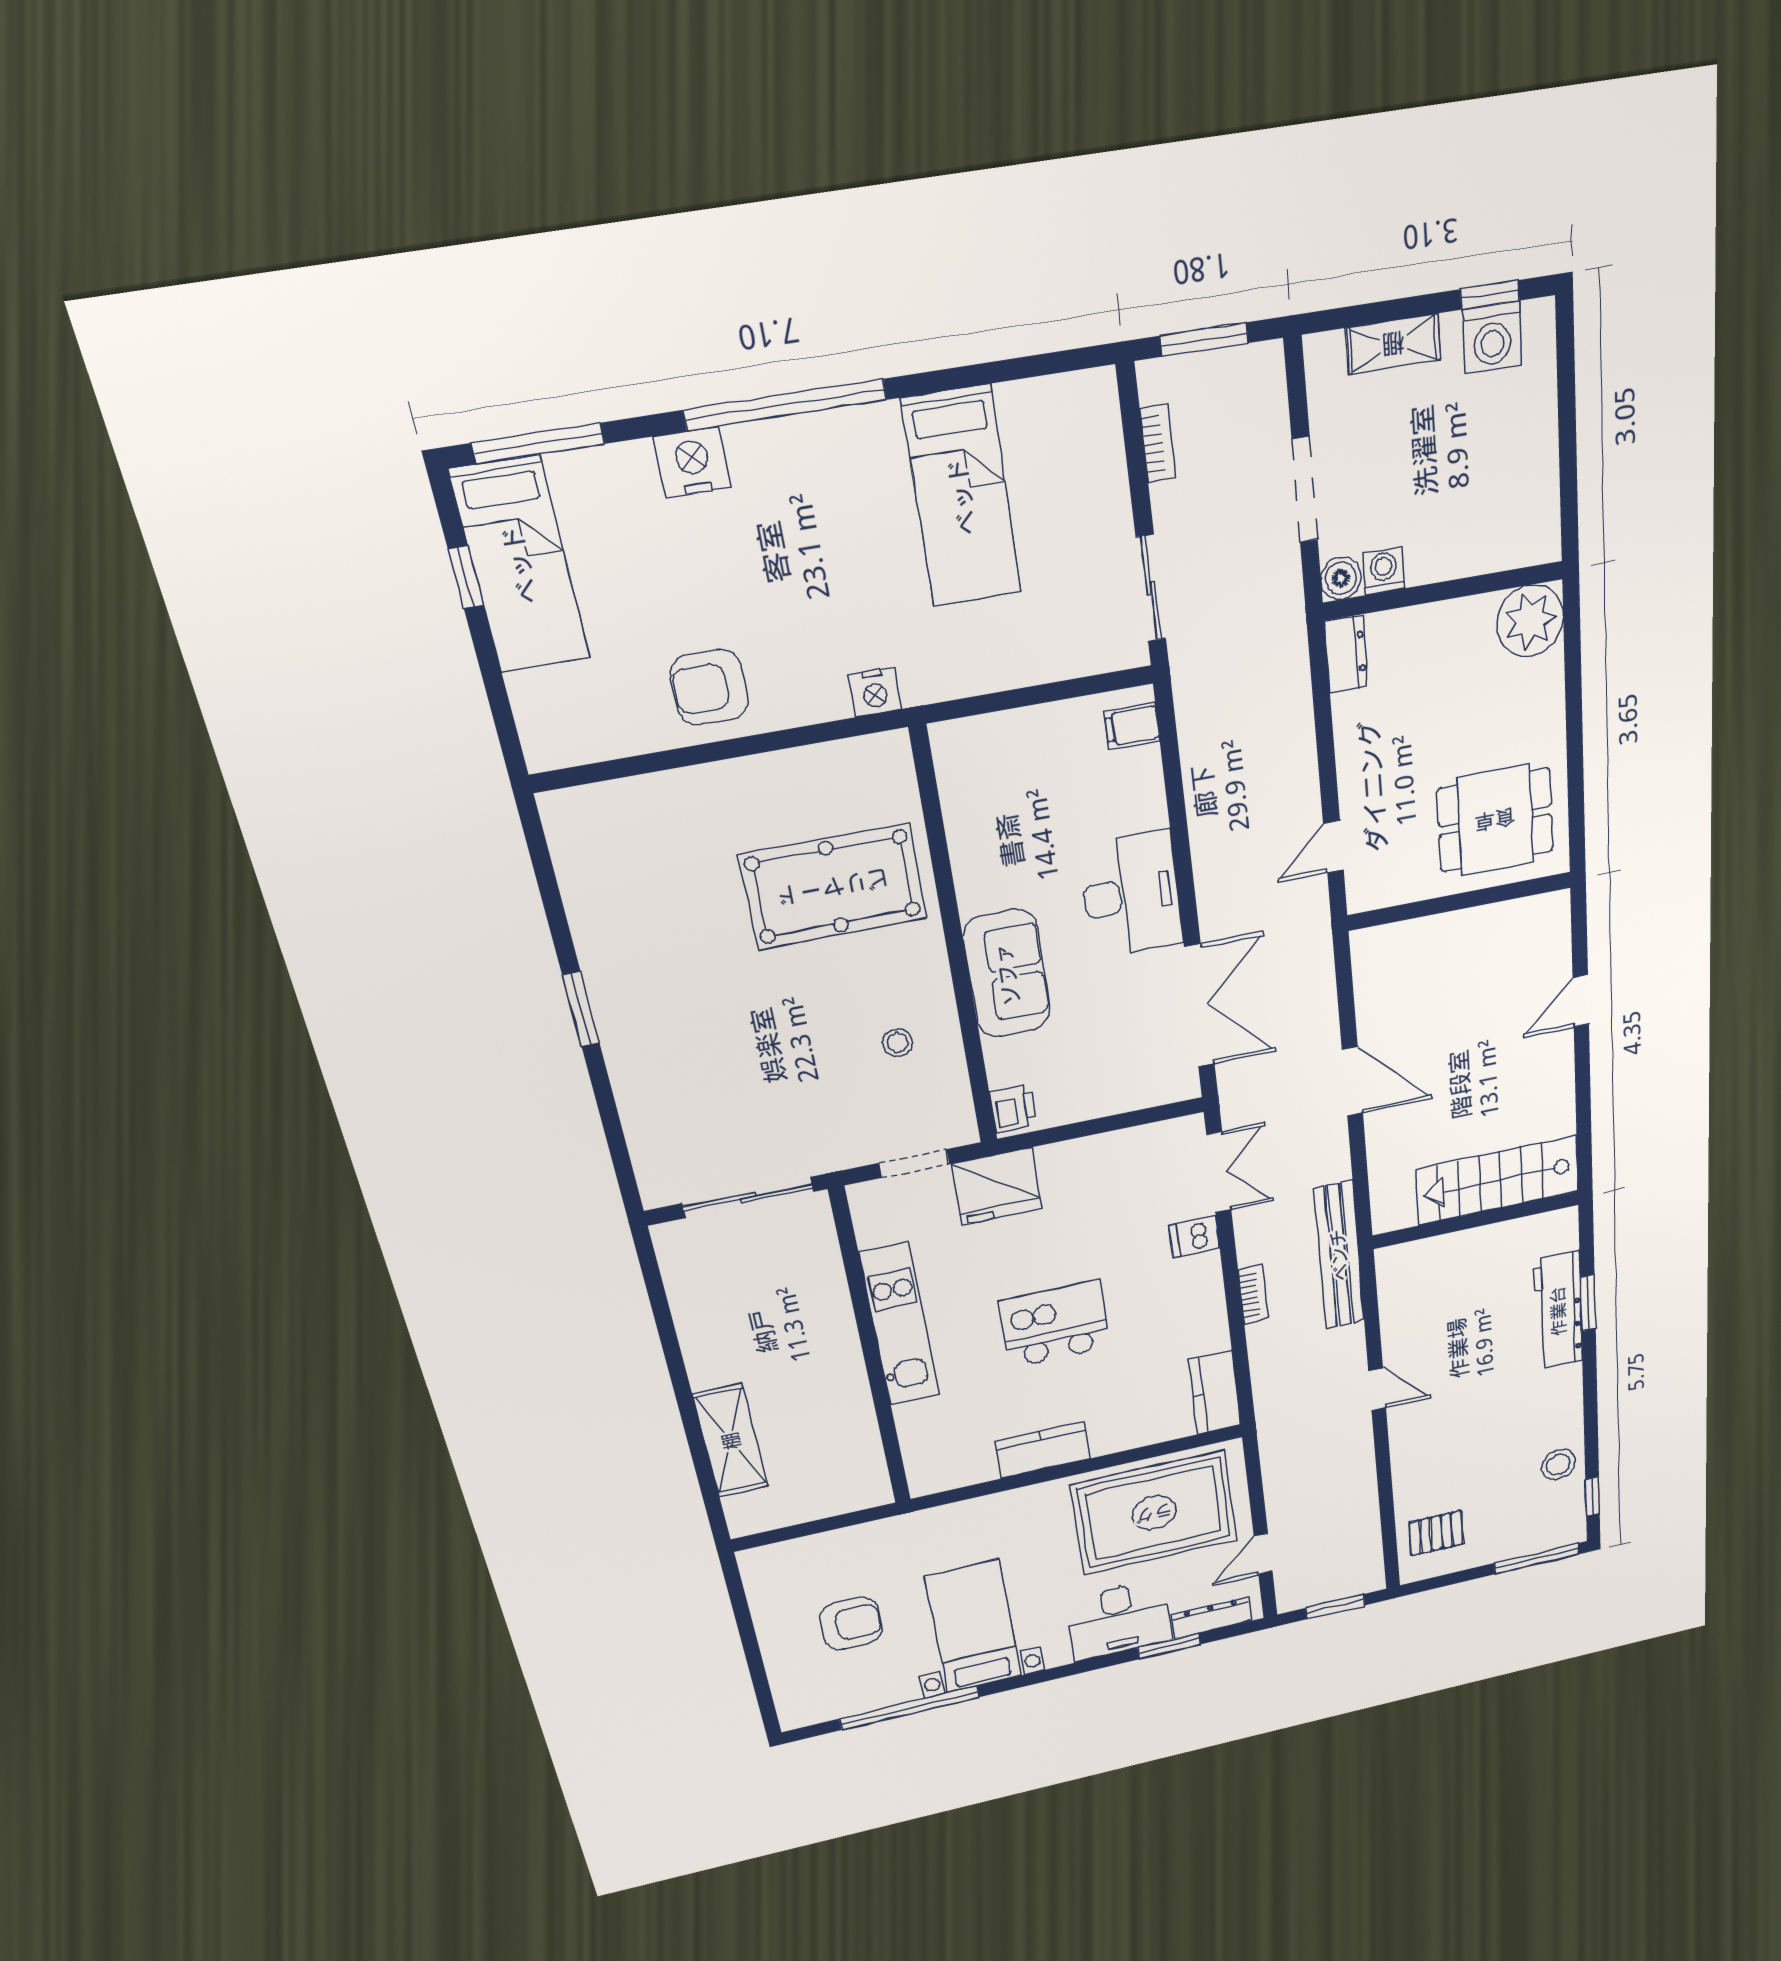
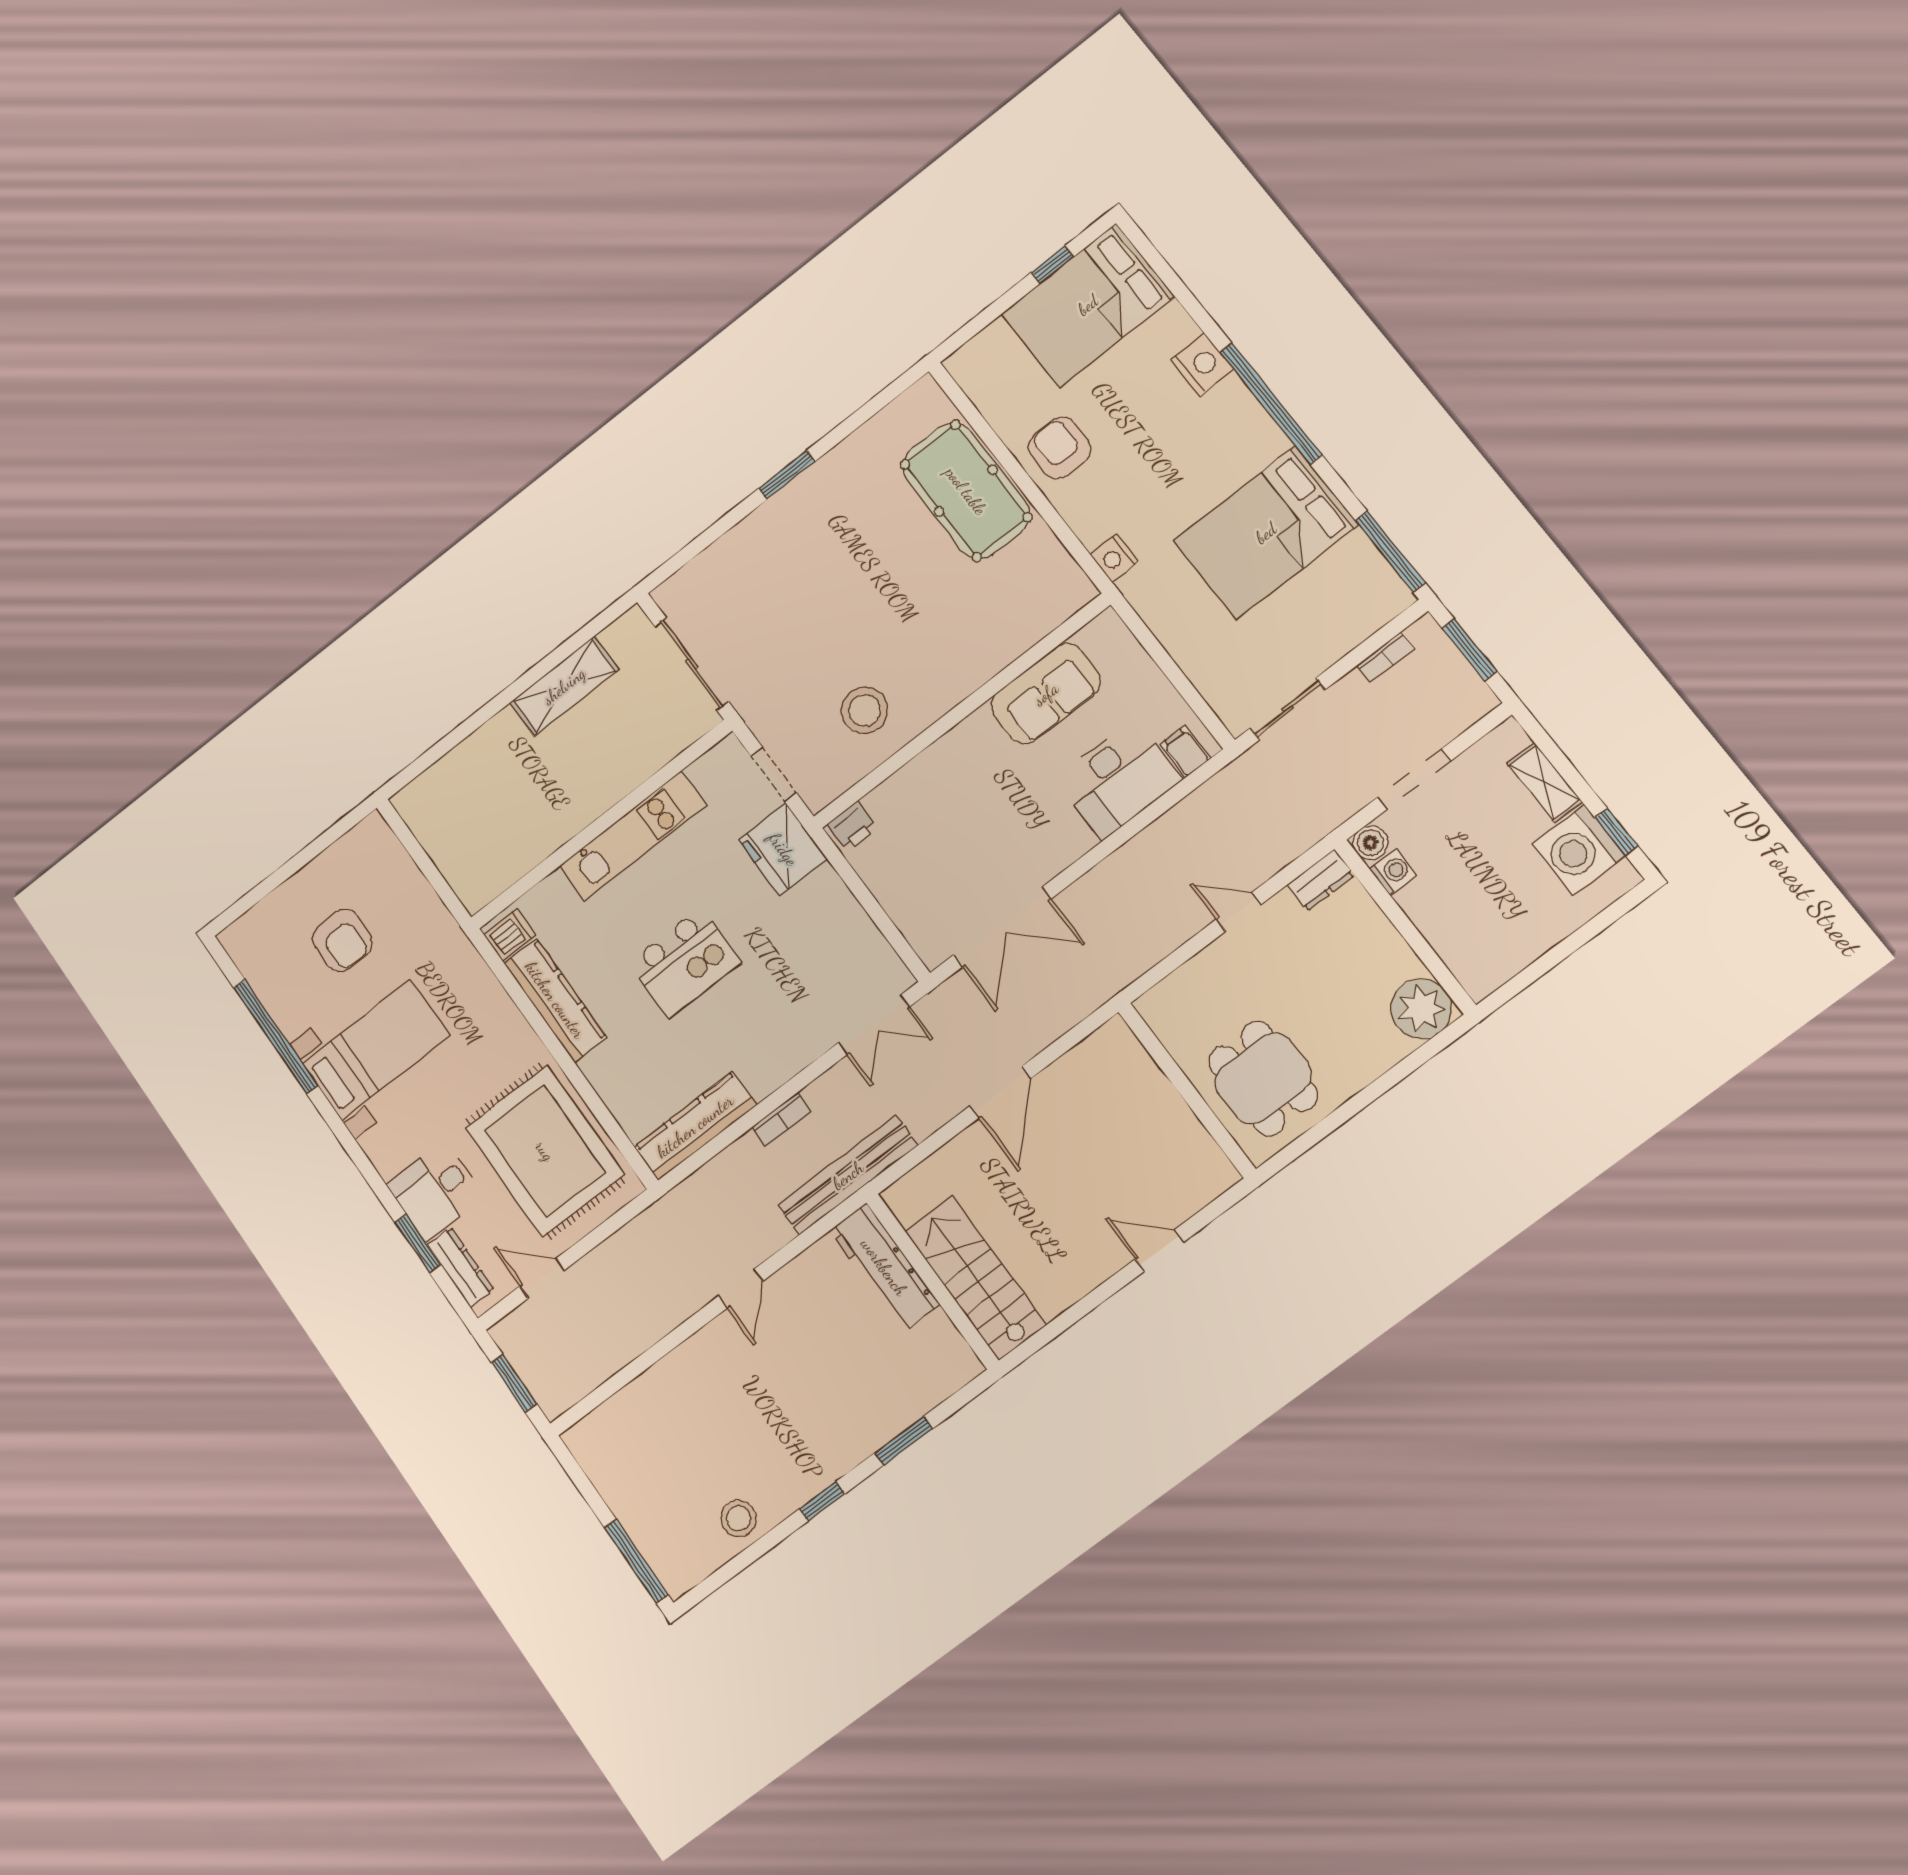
washing machine: (1492, 337) -> (1578, 850), width x1.37, depth x1.37
window: (538, 443) -> (1390, 552), moved
bed: (962, 497) -> (1266, 533), width x1.50
bed: (520, 565) -> (1088, 305), width x1.50
door: (1334, 847) -> (1239, 912), moved
pool table: (833, 887) -> (966, 491), moved
desk: (1131, 895) -> (1118, 780), moved
sofa: (1007, 974) -> (1046, 694), moved
stool: (898, 1043) -> (865, 710), width x1.89, depth x1.89
dishwasher: (1194, 1237) -> (510, 935), moved, turned 90
workbench: (1558, 1311) -> (884, 1267), moved, turned -90
kitchen island: (1055, 1324) -> (685, 963), turned 90
kitchen counter: (1215, 1392) -> (695, 1126), width x1.50
shelving: (731, 1441) -> (564, 686), moved
kitchen counter: (1043, 1450) -> (555, 1000), width x1.50
window: (1593, 1497) -> (822, 1501), moved
pallet: (1436, 1533) -> (624, 1438), removed
desk: (1119, 1620) -> (435, 1191), width x0.73

